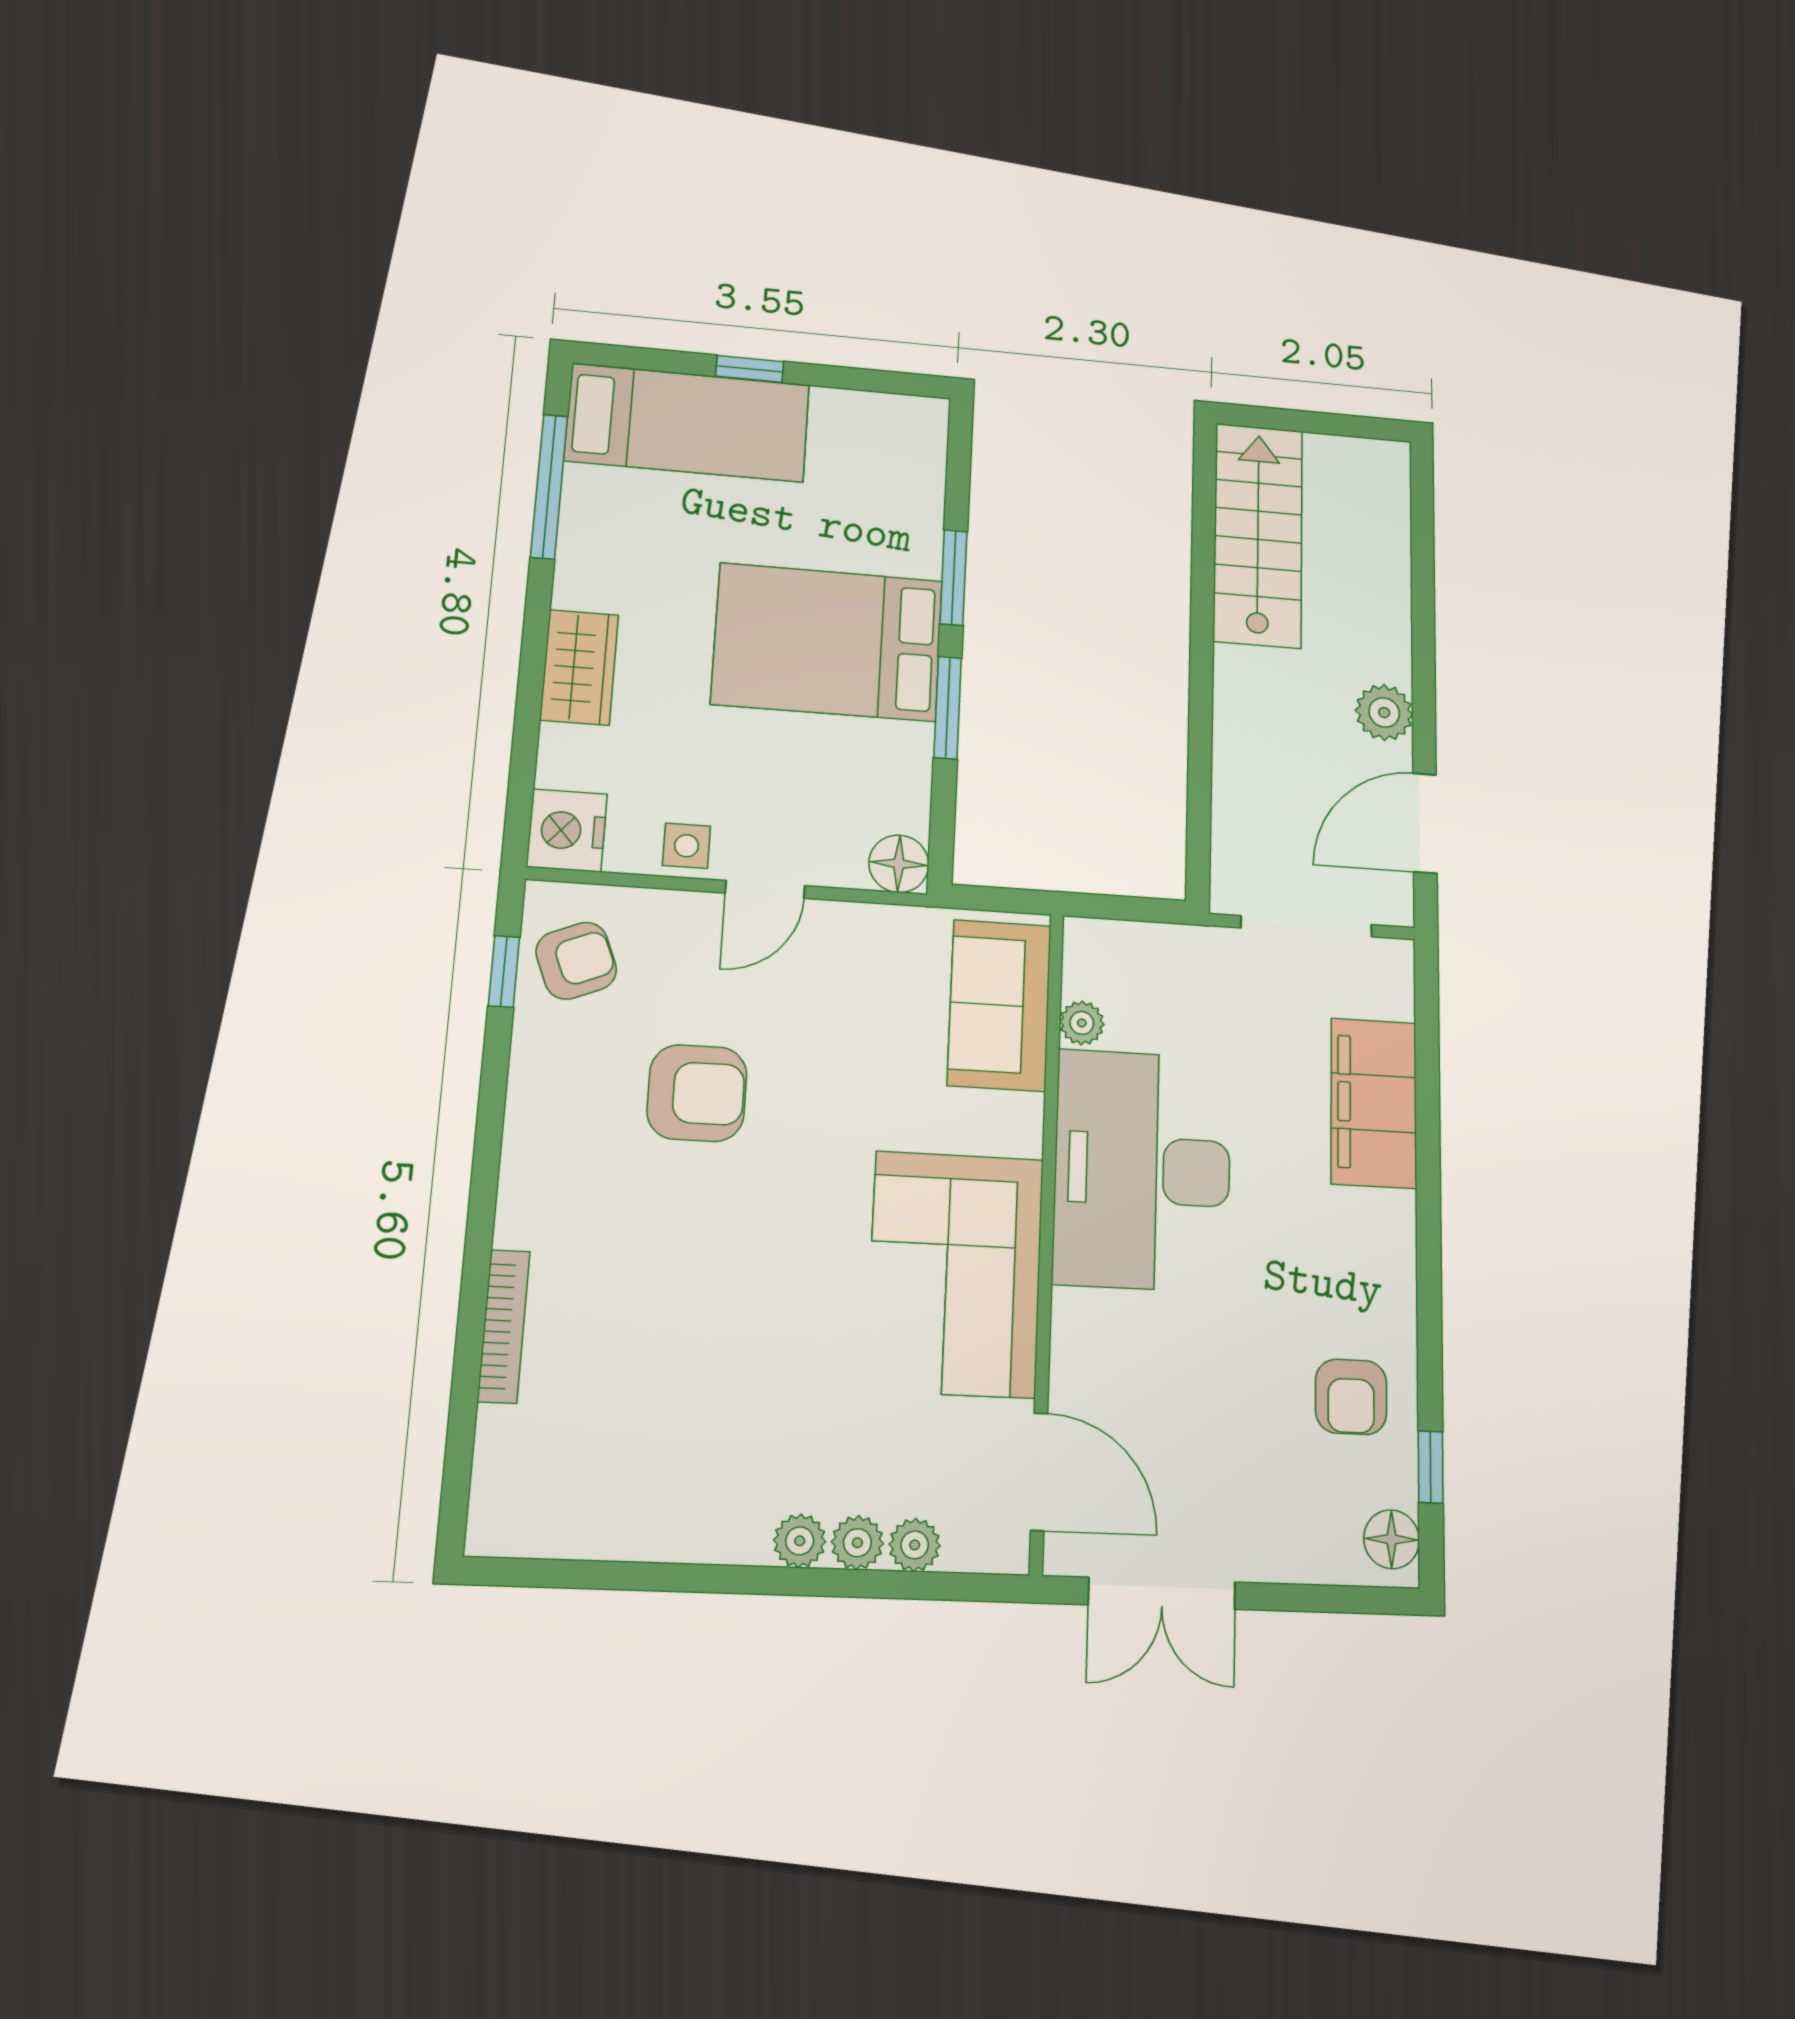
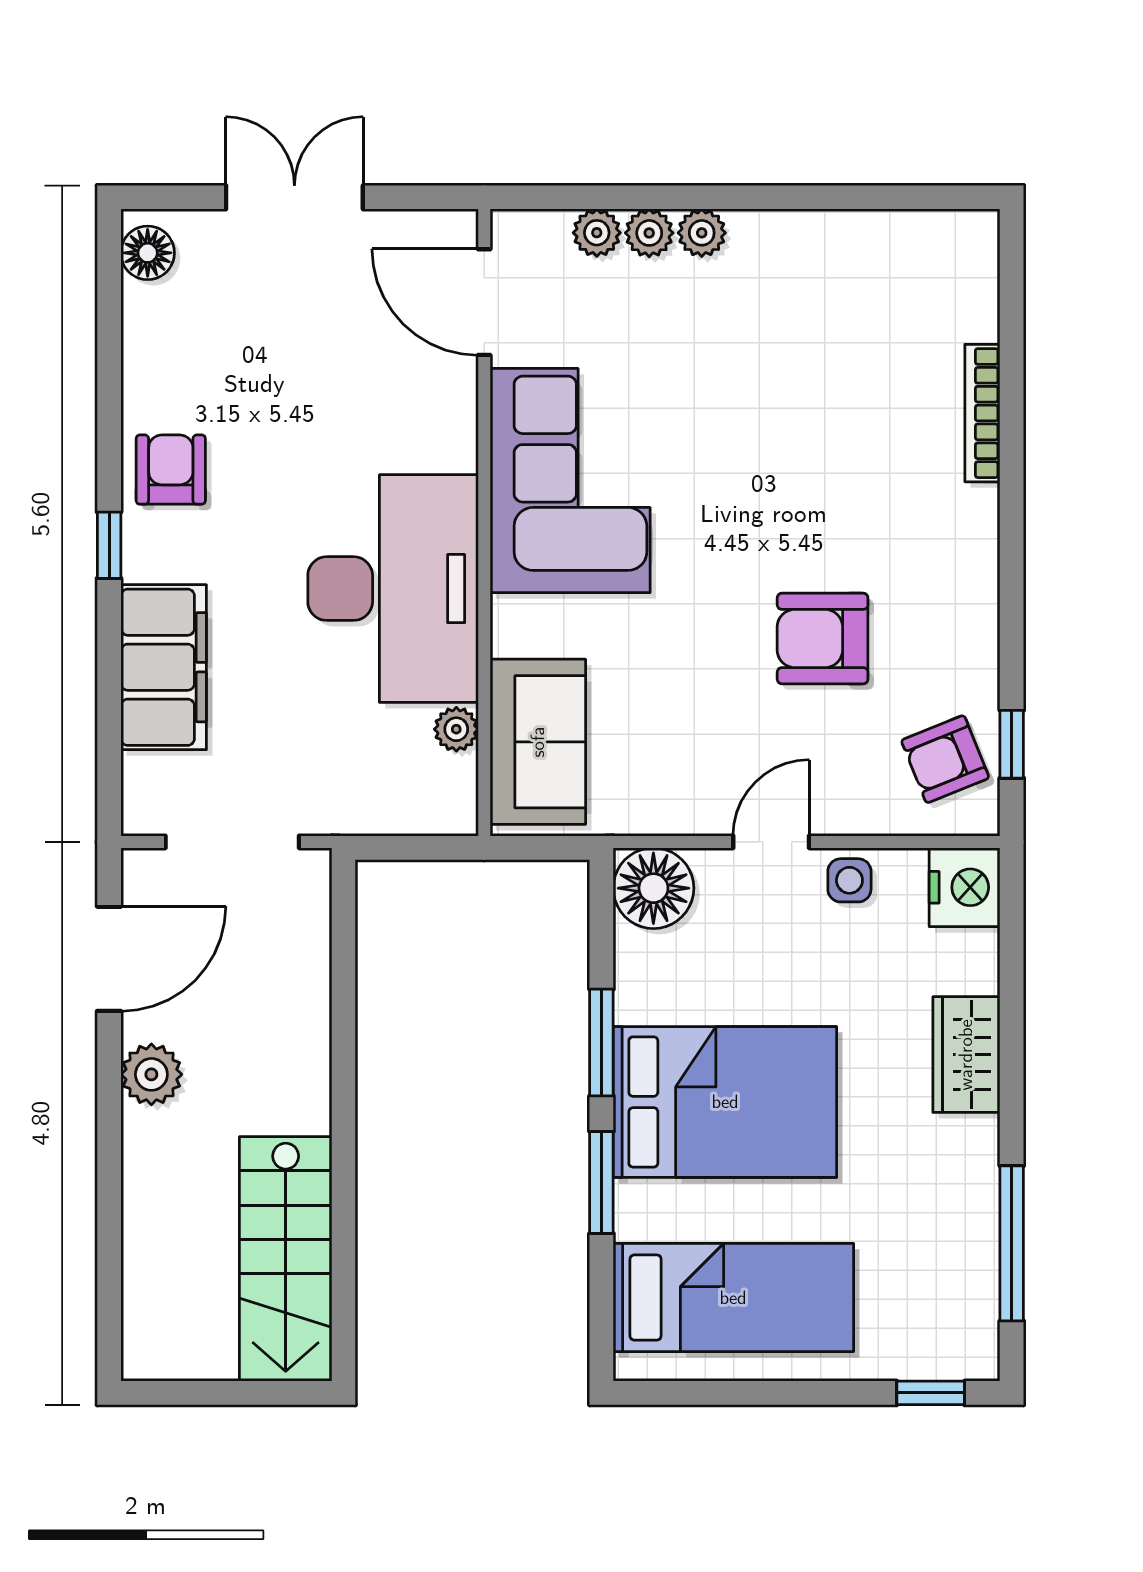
window: (750, 369) -> (931, 1393), moved
bed: (688, 423) -> (733, 1298), moved, turned 180
floor lamp: (899, 864) -> (653, 888), width x1.38, depth x1.38
armchair: (1351, 1397) -> (171, 470), moved
window: (1431, 1467) -> (109, 545), moved
double door: (1162, 1593) -> (294, 197), moved

